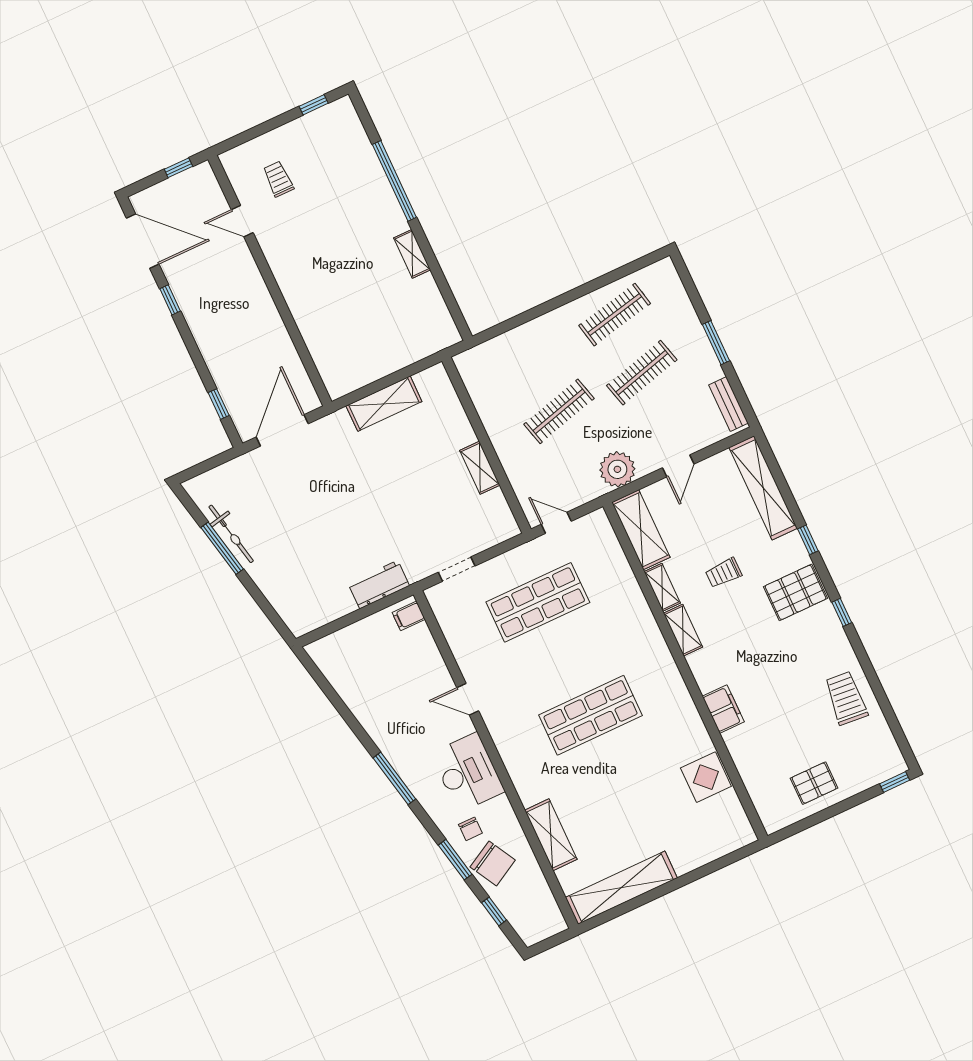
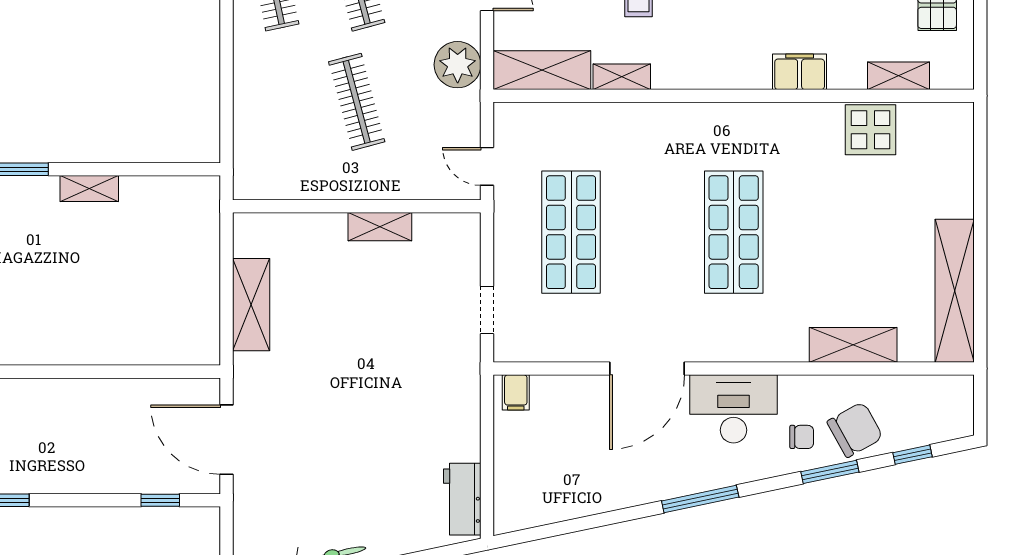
door: (556, 523) -> (487, 166), hinge flipped
workbench: (379, 585) -> (462, 499), moved
shelving: (683, 630) -> (899, 76), moved
door: (468, 699) -> (647, 369), width x1.88

